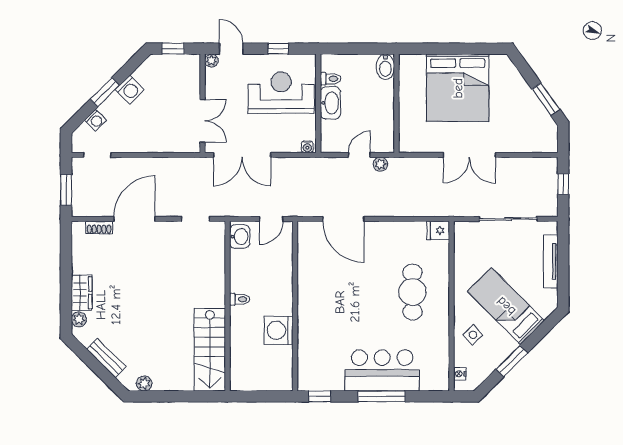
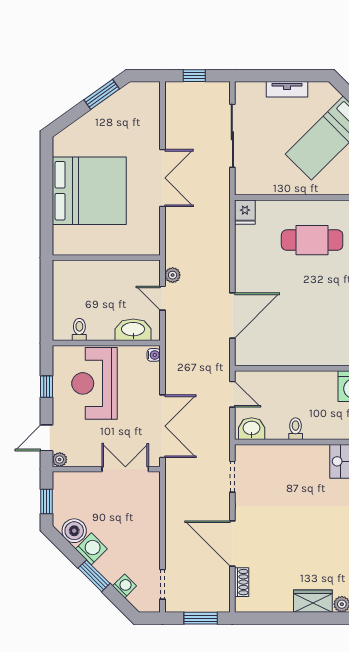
bidet: (385, 67) -> (66, 270), removed
boiler: (146, 74) -> (74, 531), added
washbasin: (330, 103) -> (133, 330), moved
tv unit: (551, 261) -> (287, 89), width x0.71
toilet: (240, 299) -> (296, 429), moved

